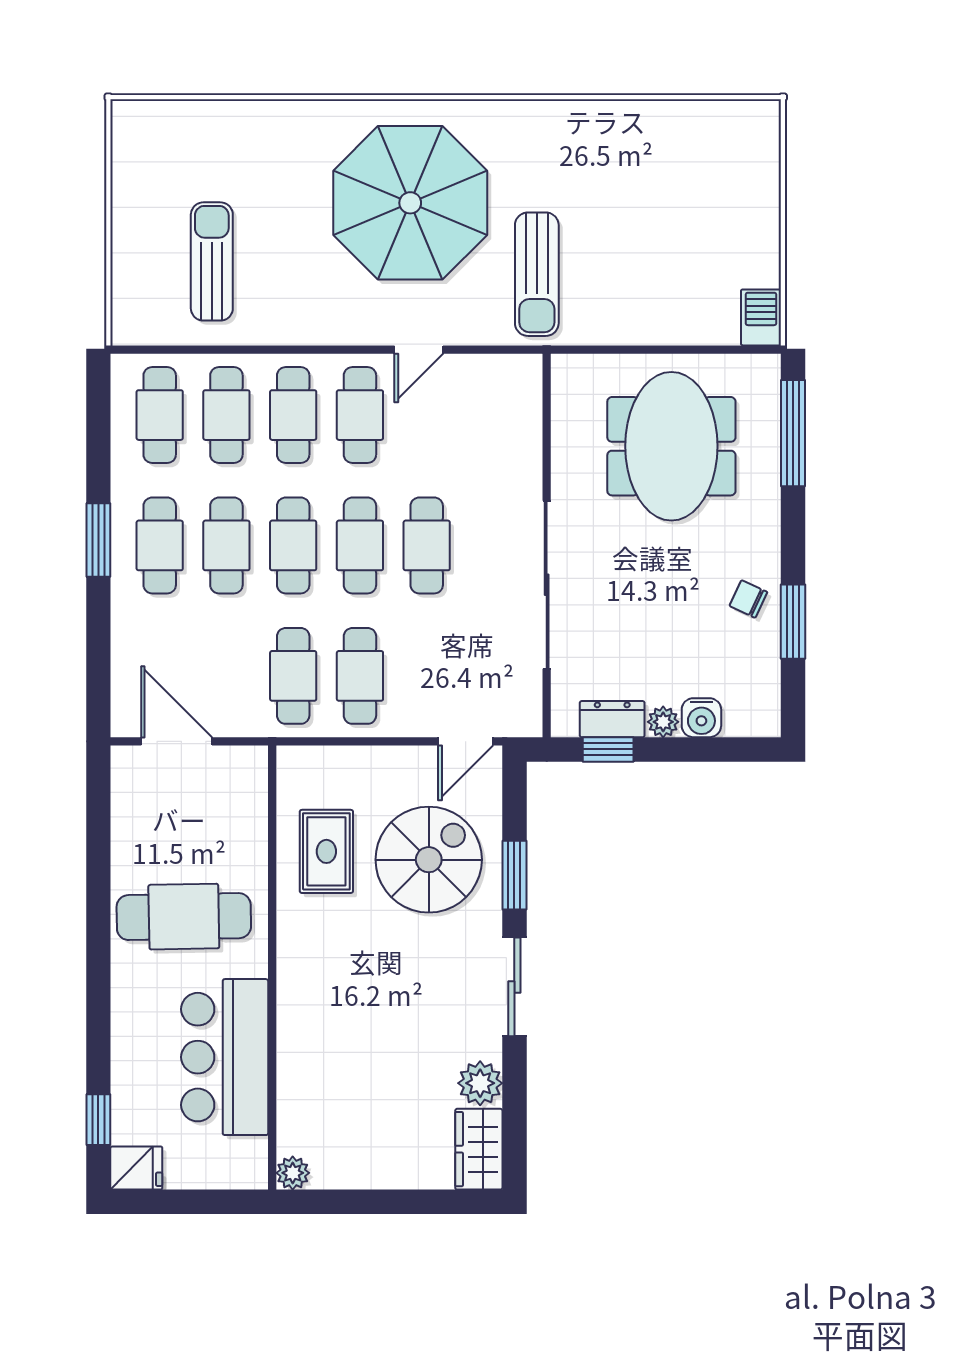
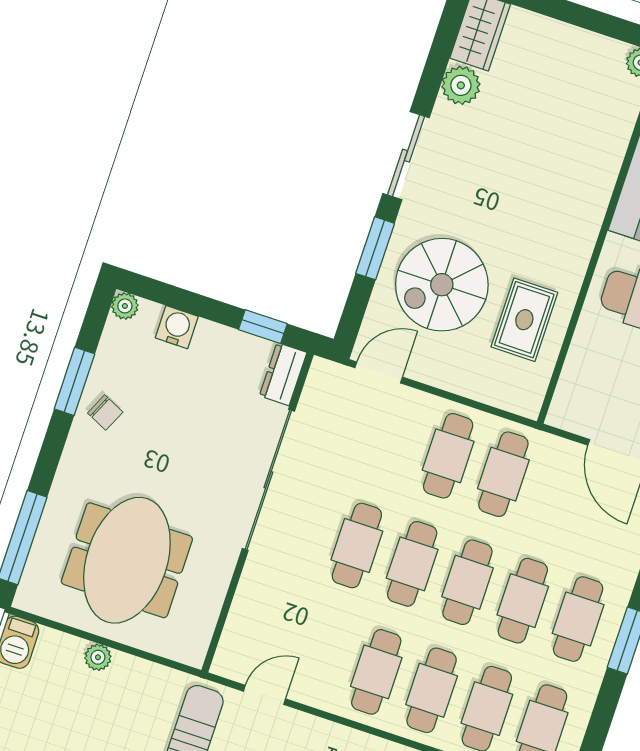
plant: (668, 330) -> (98, 657), added
door: (419, 350) -> (264, 695), moved
dresser: (612, 719) -> (283, 374), moved, turned 90
plant: (663, 722) -> (125, 306), moved

